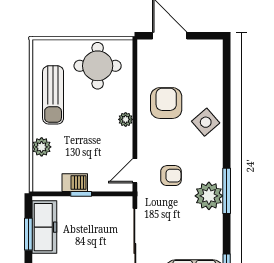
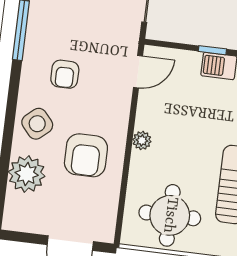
armchair: (171, 176) -> (65, 74), moved, turned -90
plant: (209, 196) -> (27, 174), moved

